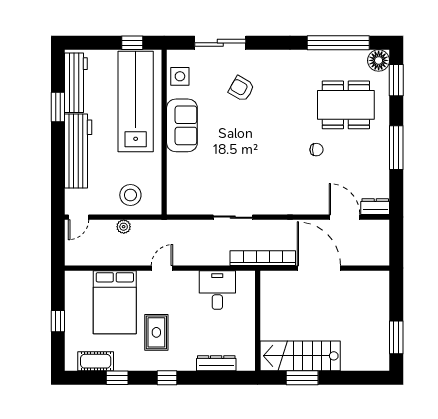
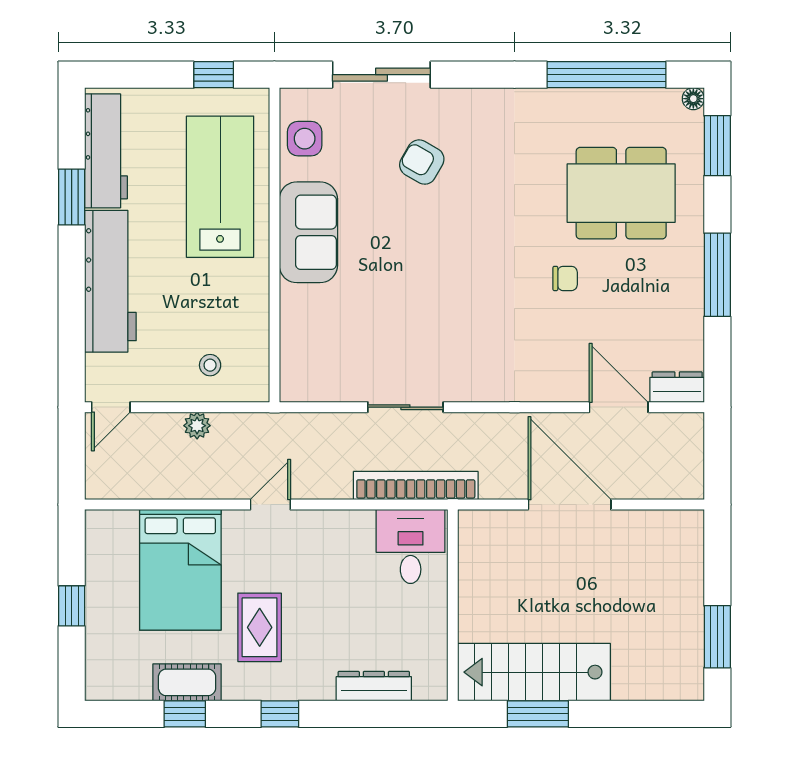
floor lamp: (379, 60) -> (693, 99), width x0.53, depth x0.53
lab bench: (136, 101) -> (220, 187), width x0.73
stool: (130, 195) -> (210, 365), width x0.53, depth x0.53
bookcase: (263, 258) -> (416, 486), moved
desk: (217, 290) -> (411, 546), moved
cot: (96, 361) -> (187, 682), moved

